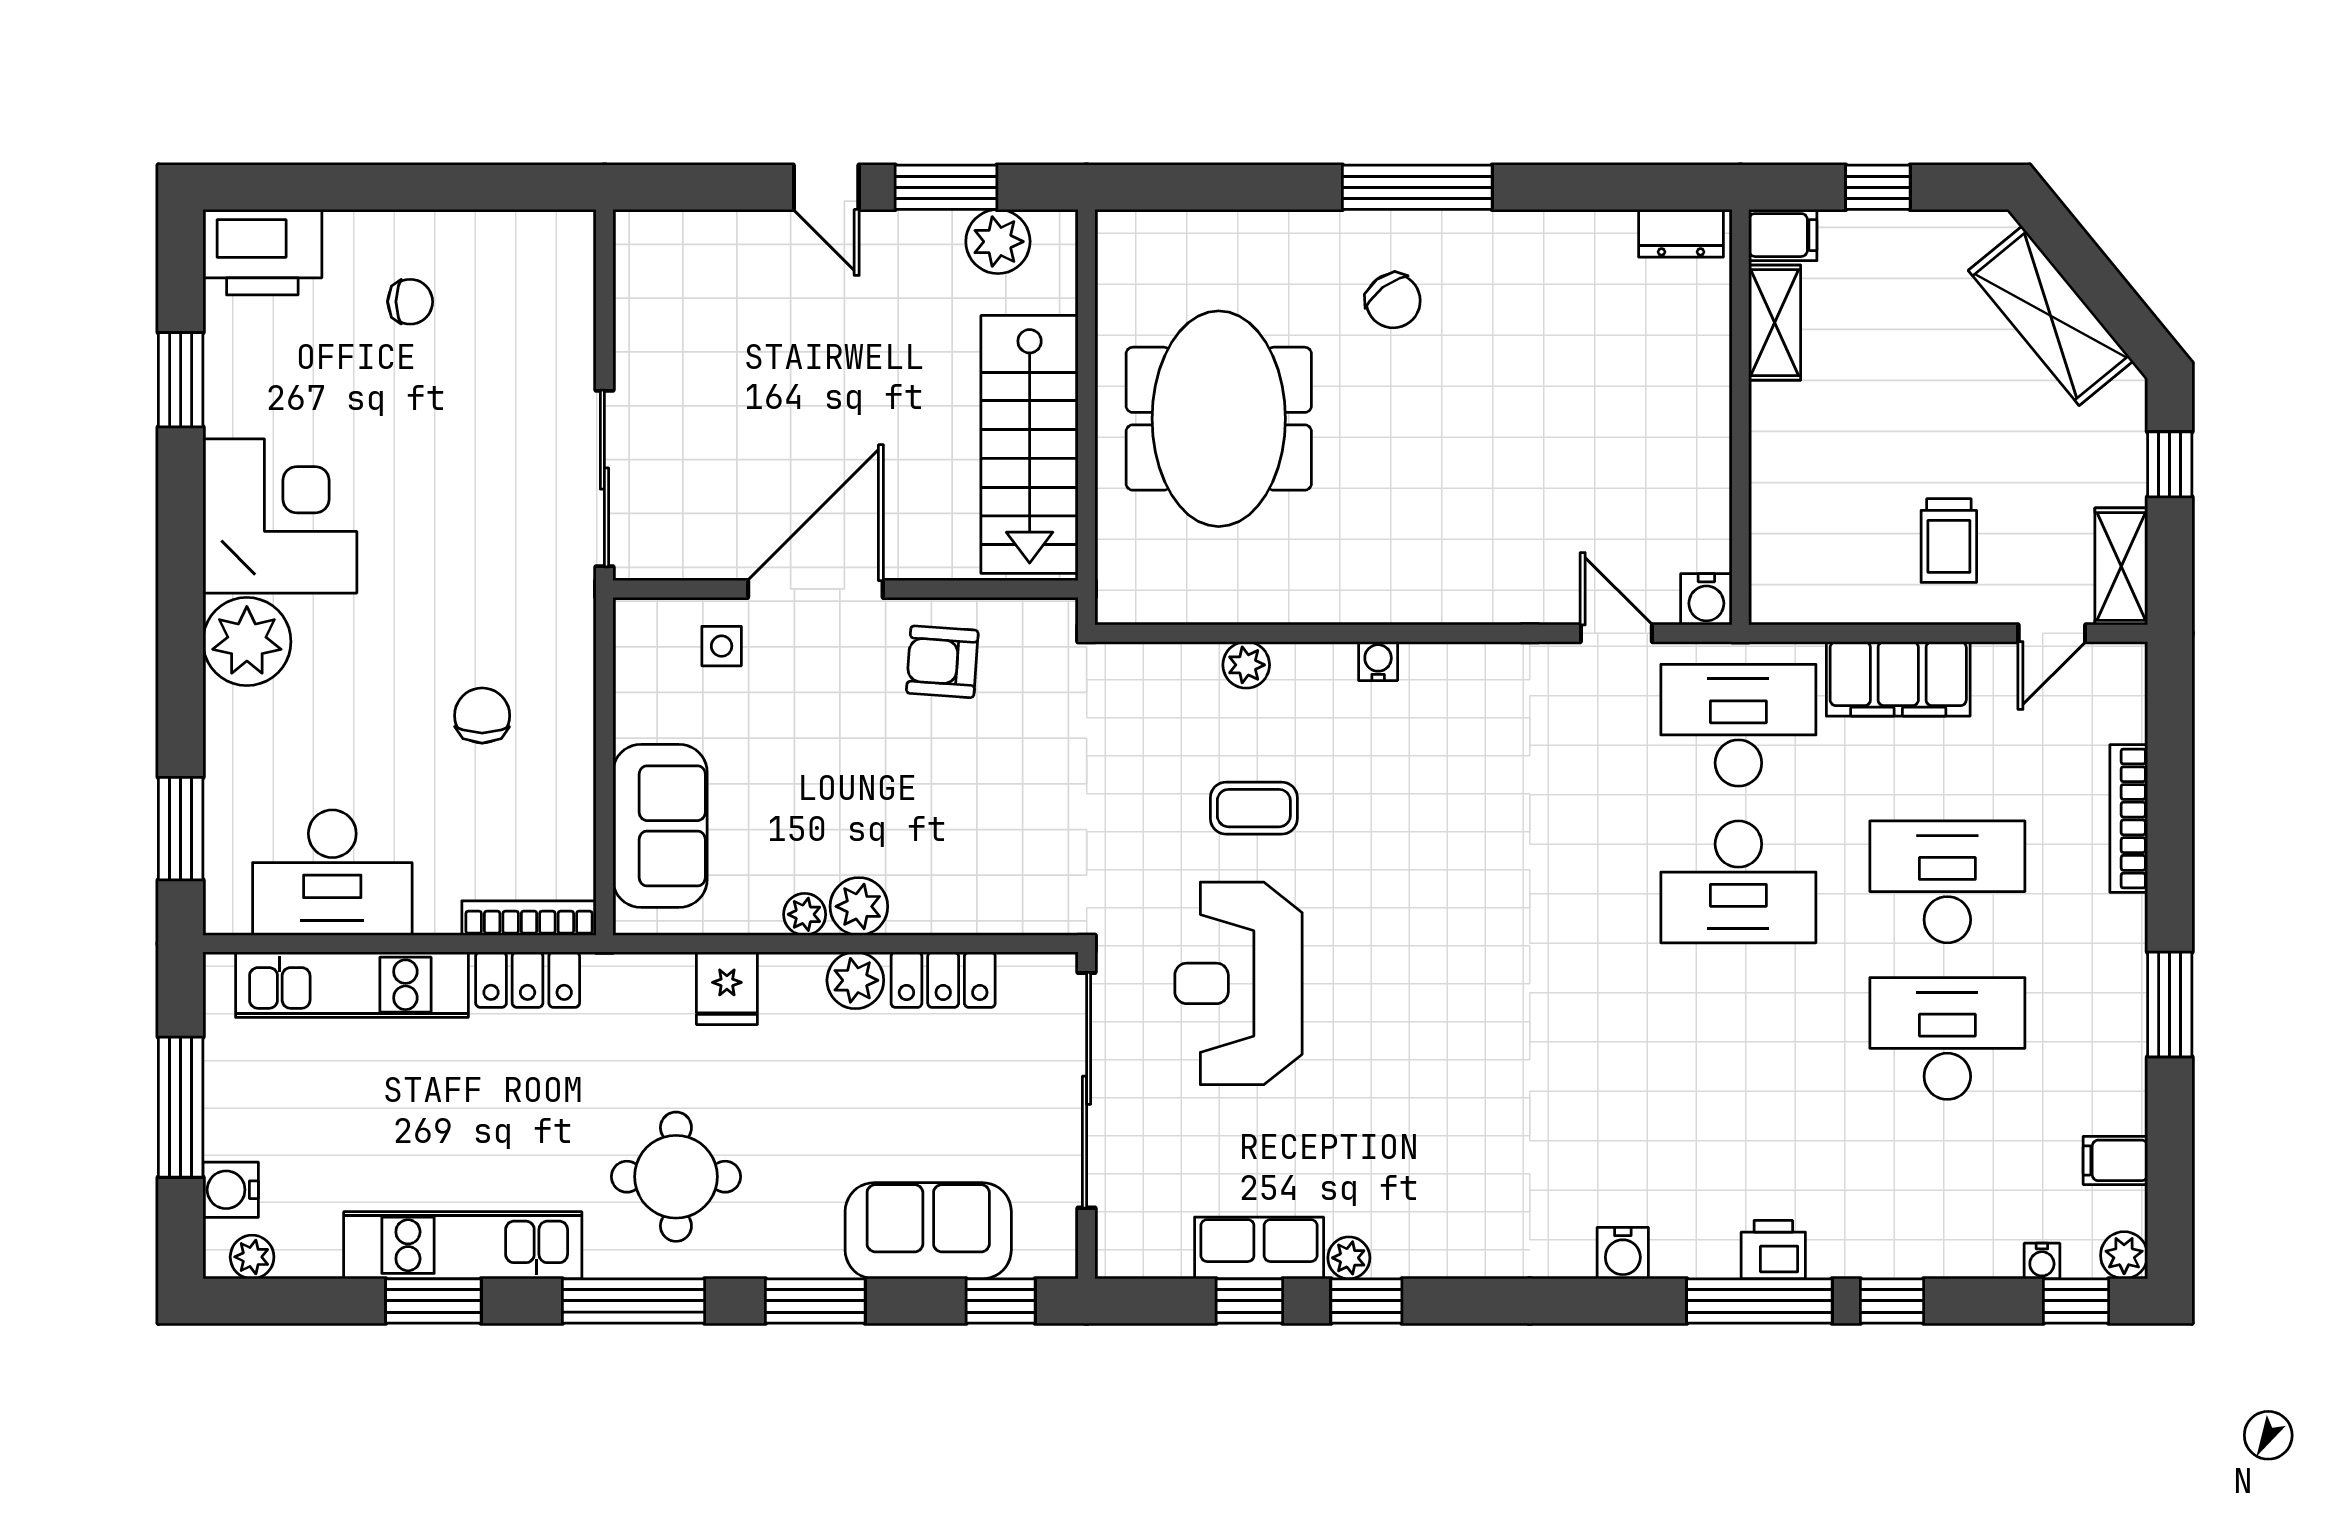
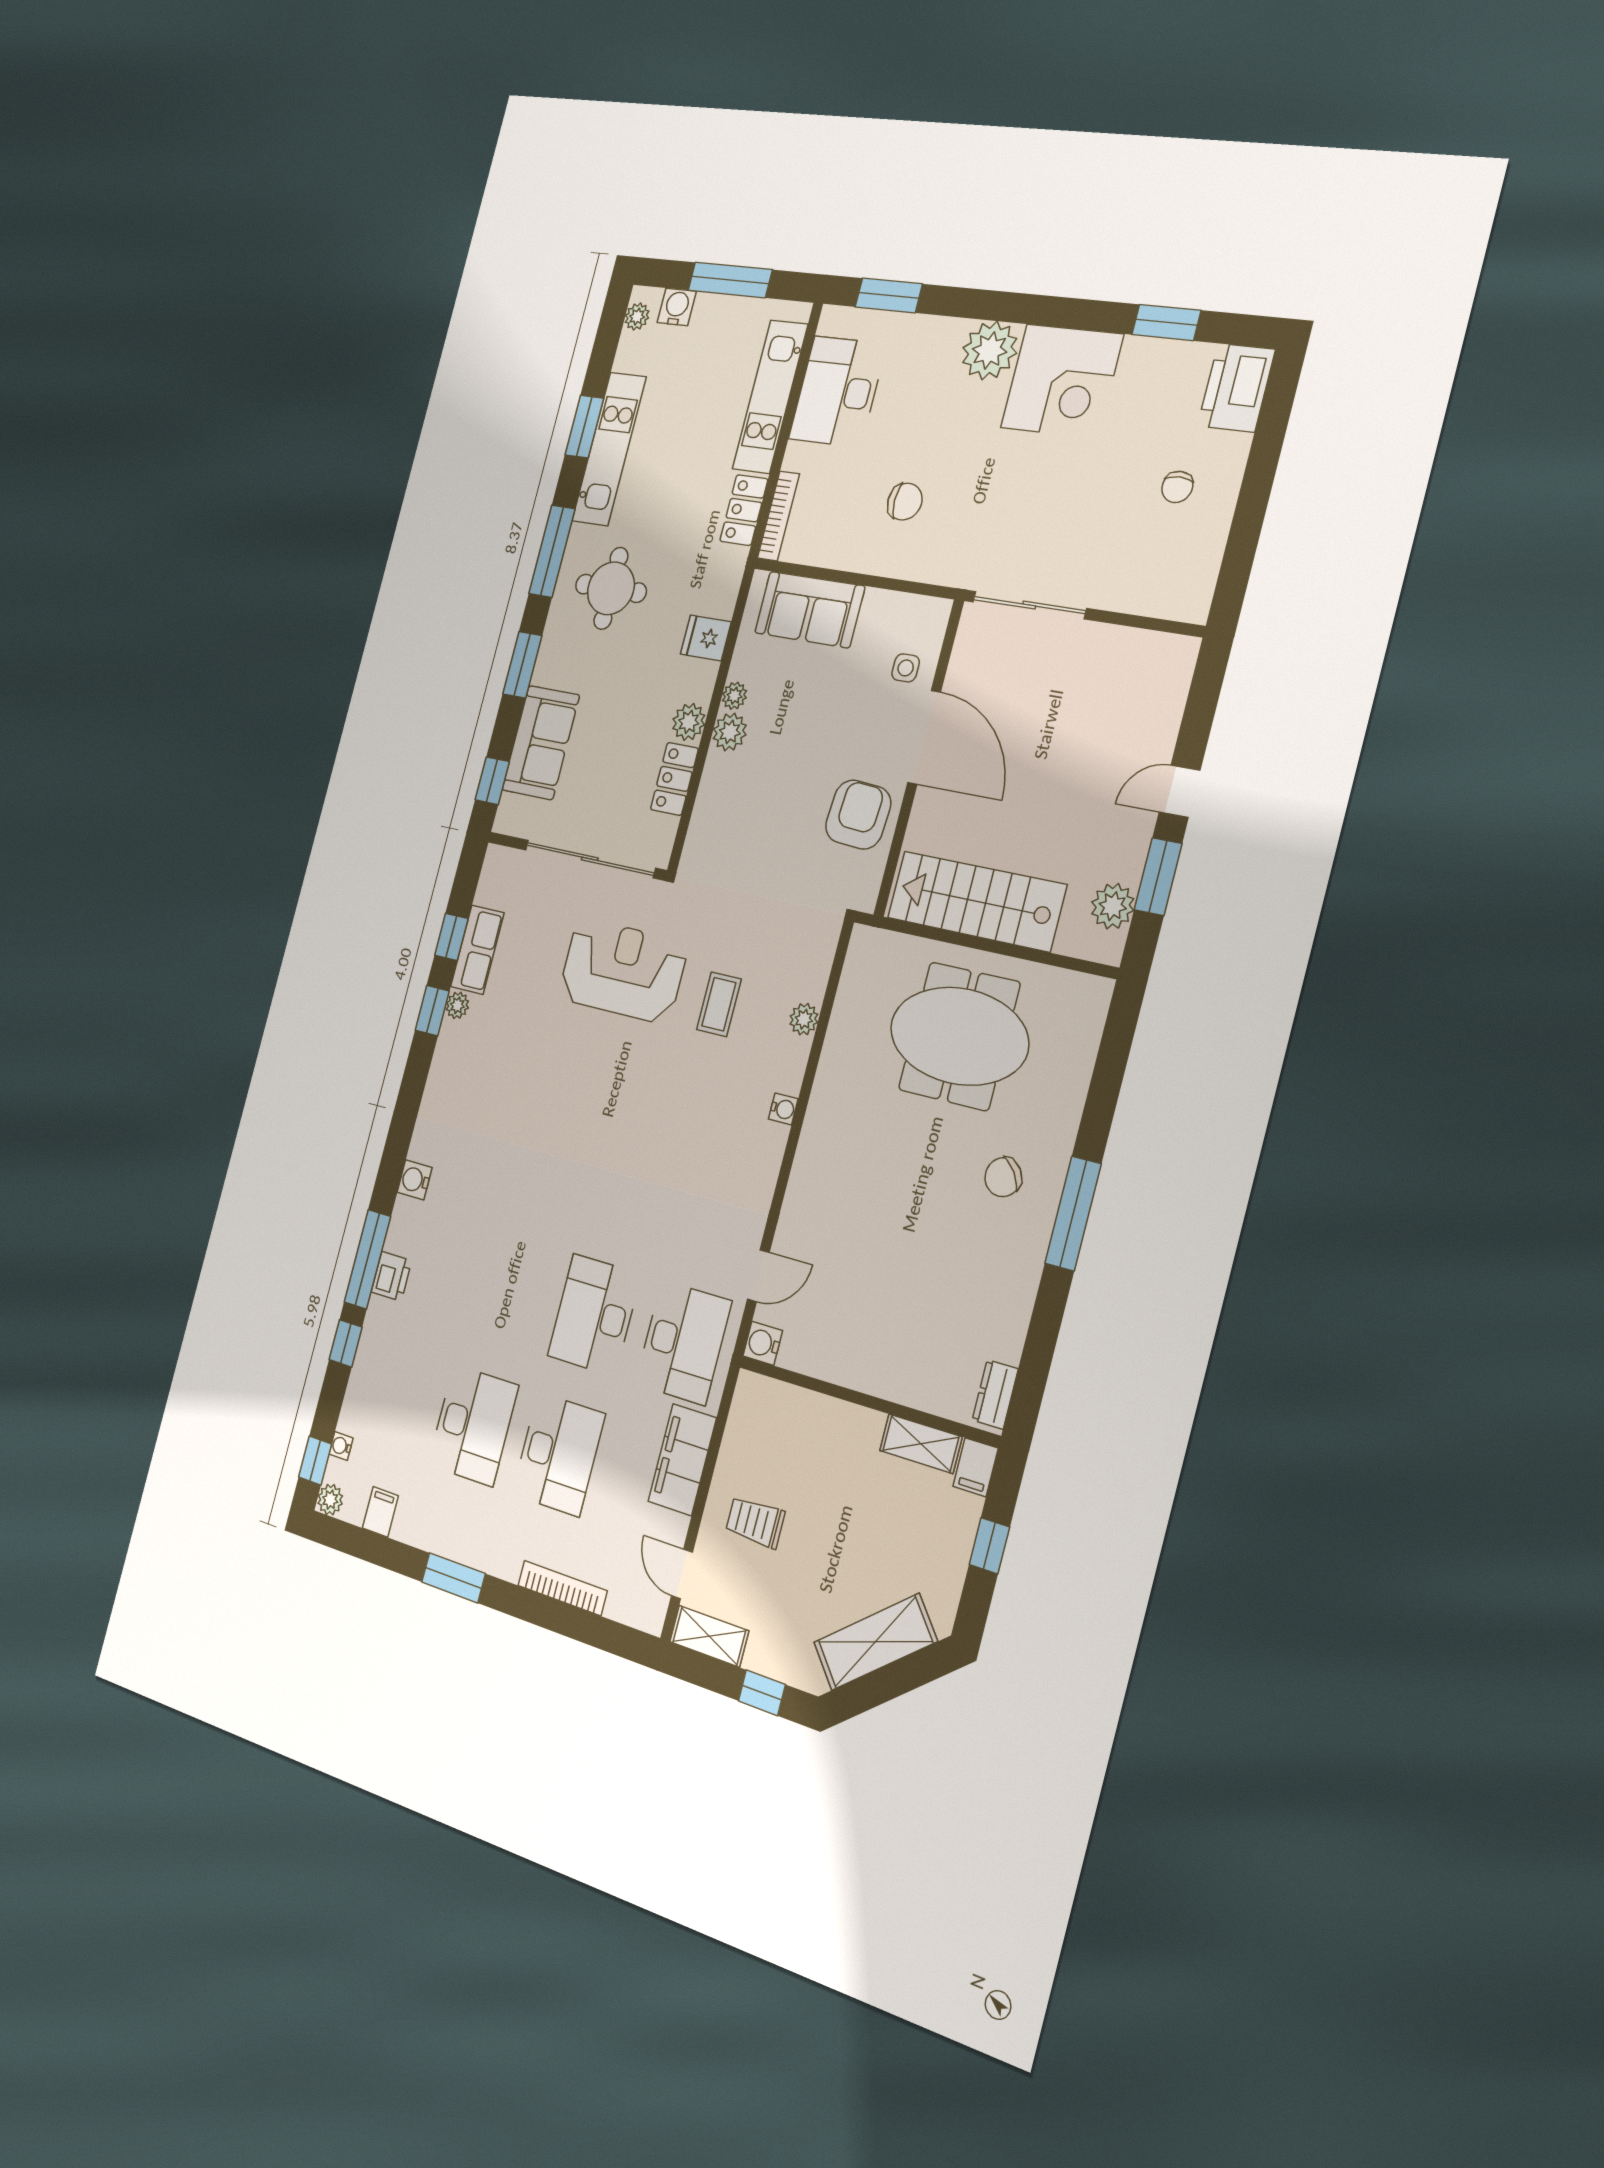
armchair: (942, 662) -> (858, 815), width x1.38, depth x1.38

